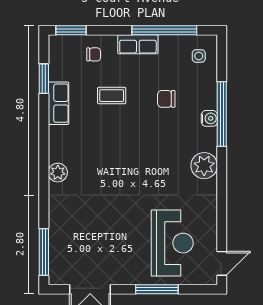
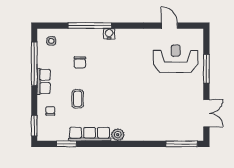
row of seats: (58, 103) -> (90, 134), width x1.48
water cooler: (209, 118) -> (109, 34), moved
plant: (204, 166) -> (124, 37), removed
plant: (58, 173) -> (118, 135), moved
door: (222, 263) -> (169, 26), moved

